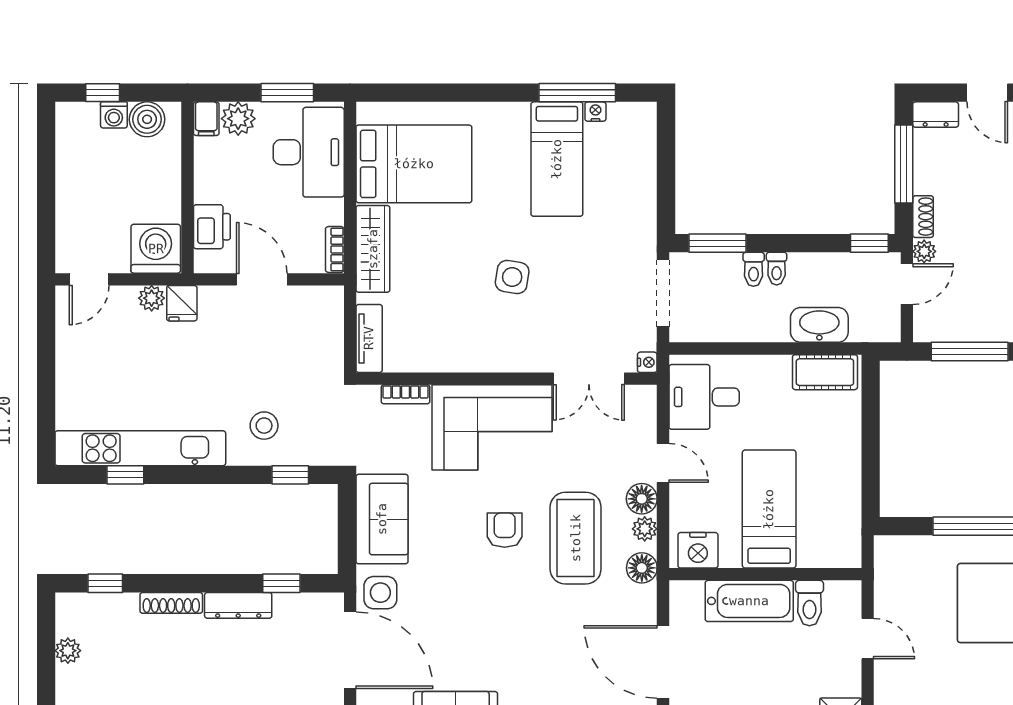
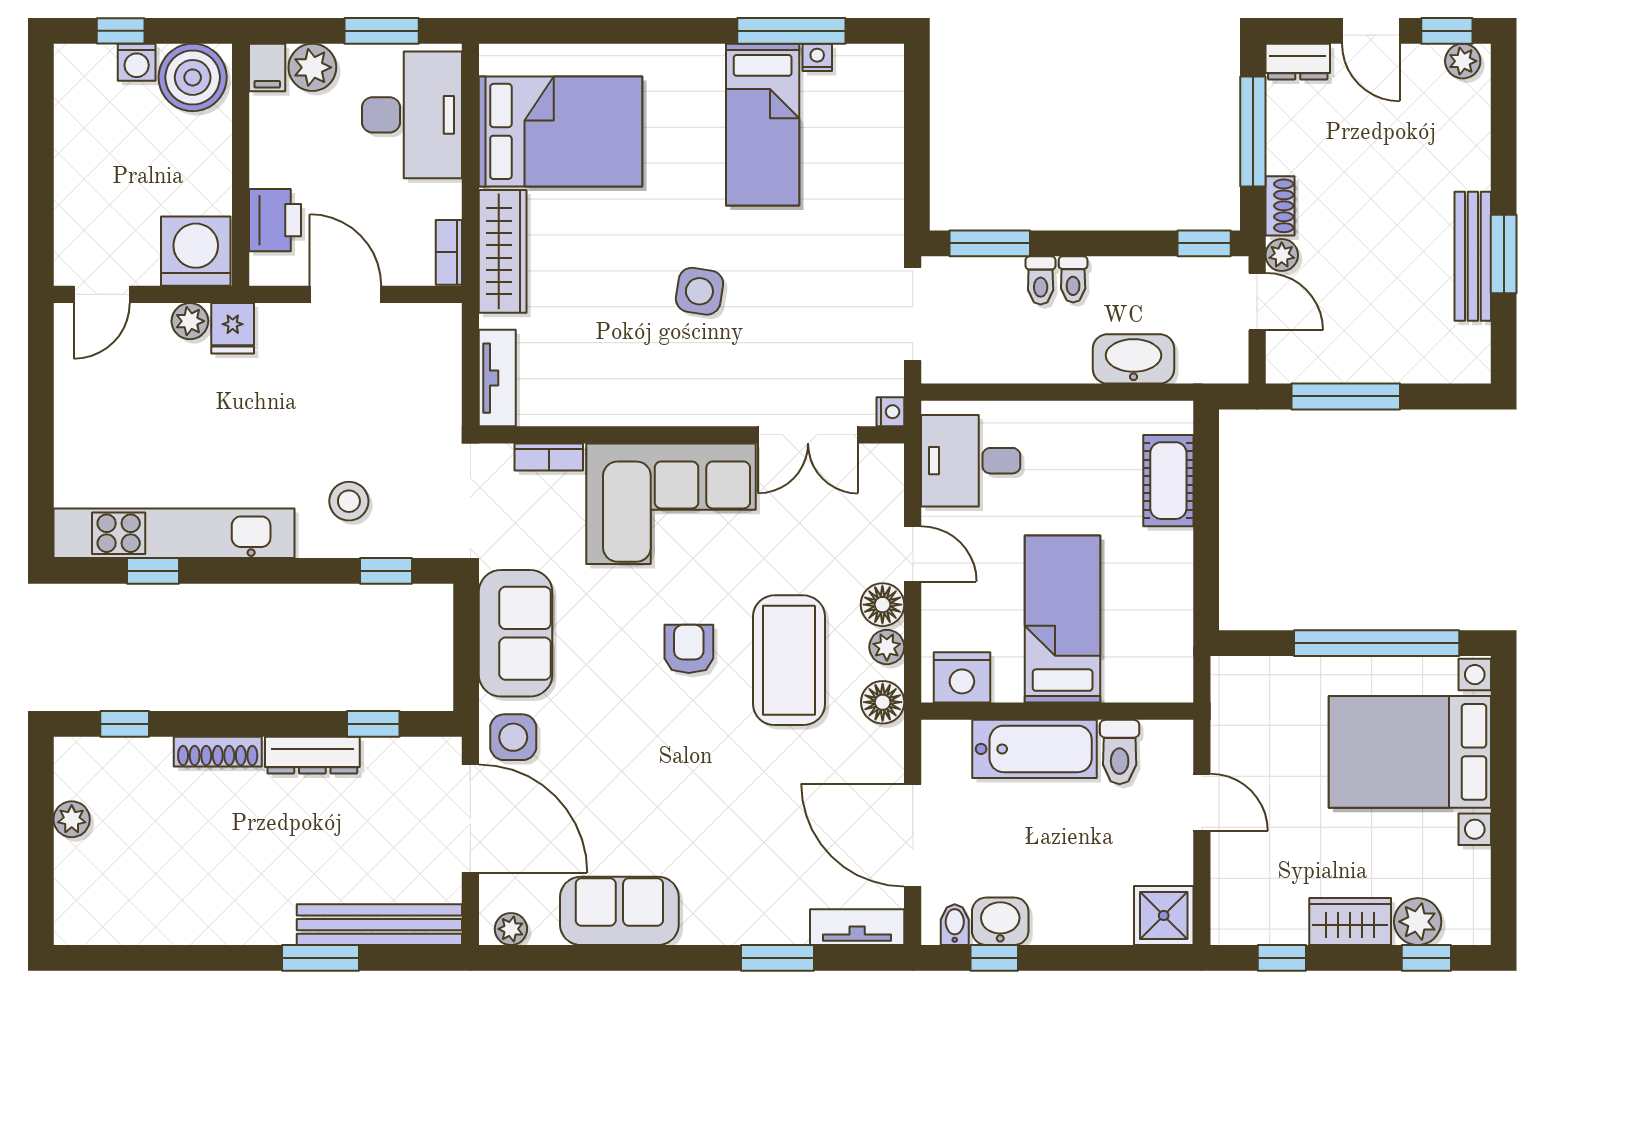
boiler: (147, 119) -> (193, 77), width x1.37, depth x1.37
door: (907, 284) -> (1257, 301), hinge flipped
cot: (825, 372) -> (1168, 481), moved, turned 90

